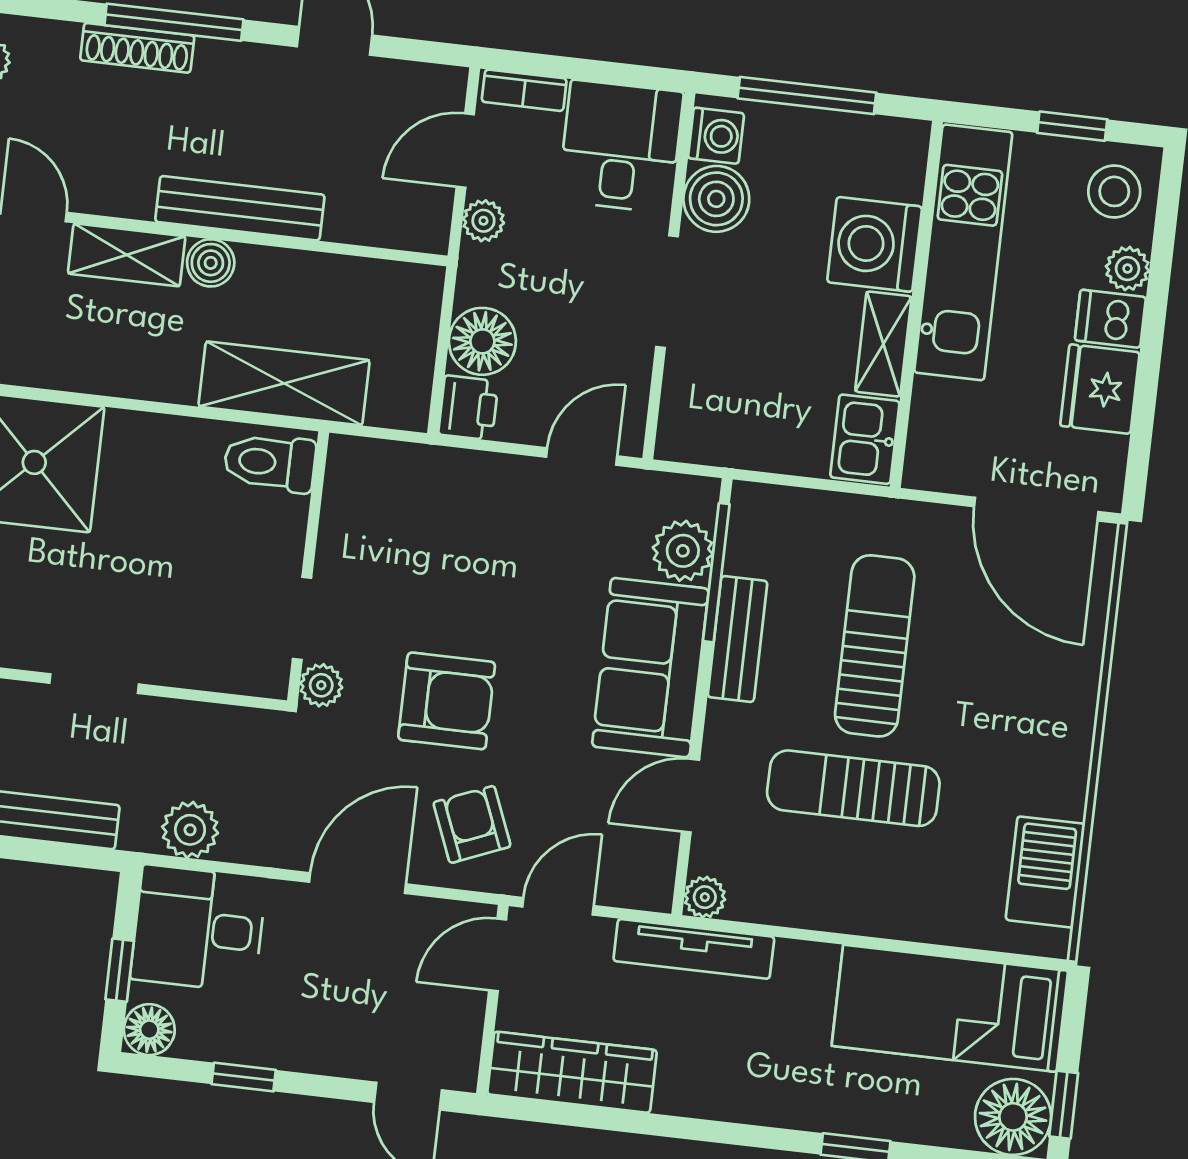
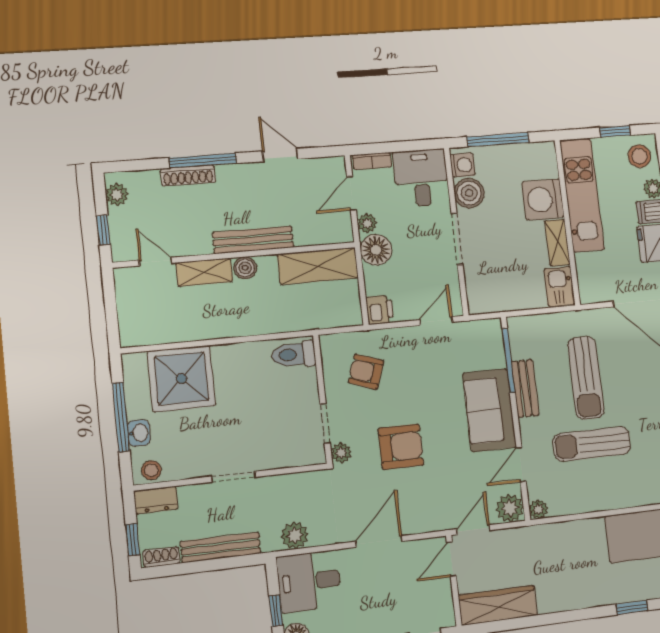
floor lamp: (482, 341) -> (376, 250), moved
shelving: (284, 383) -> (318, 266), moved
plant: (683, 551) -> (510, 508), moved
sun lounger: (875, 646) -> (586, 378), turned 180
armchair: (472, 824) -> (366, 372), moved, turned -49
tv unit: (694, 949) -> (539, 534), removed

